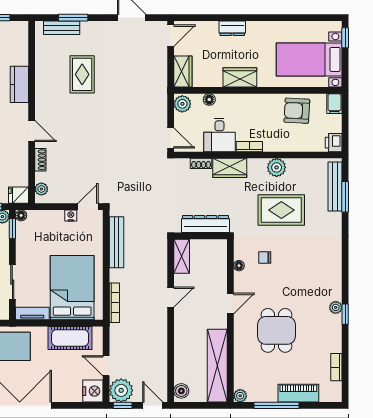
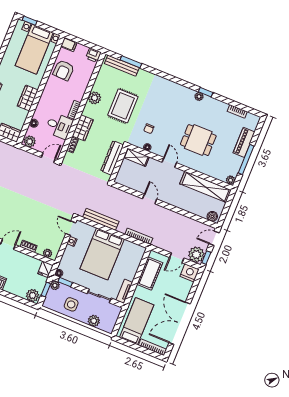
shelving: (182, 256) -> (136, 157), moved
bed: (72, 288) -> (102, 254), moved, turned -90

